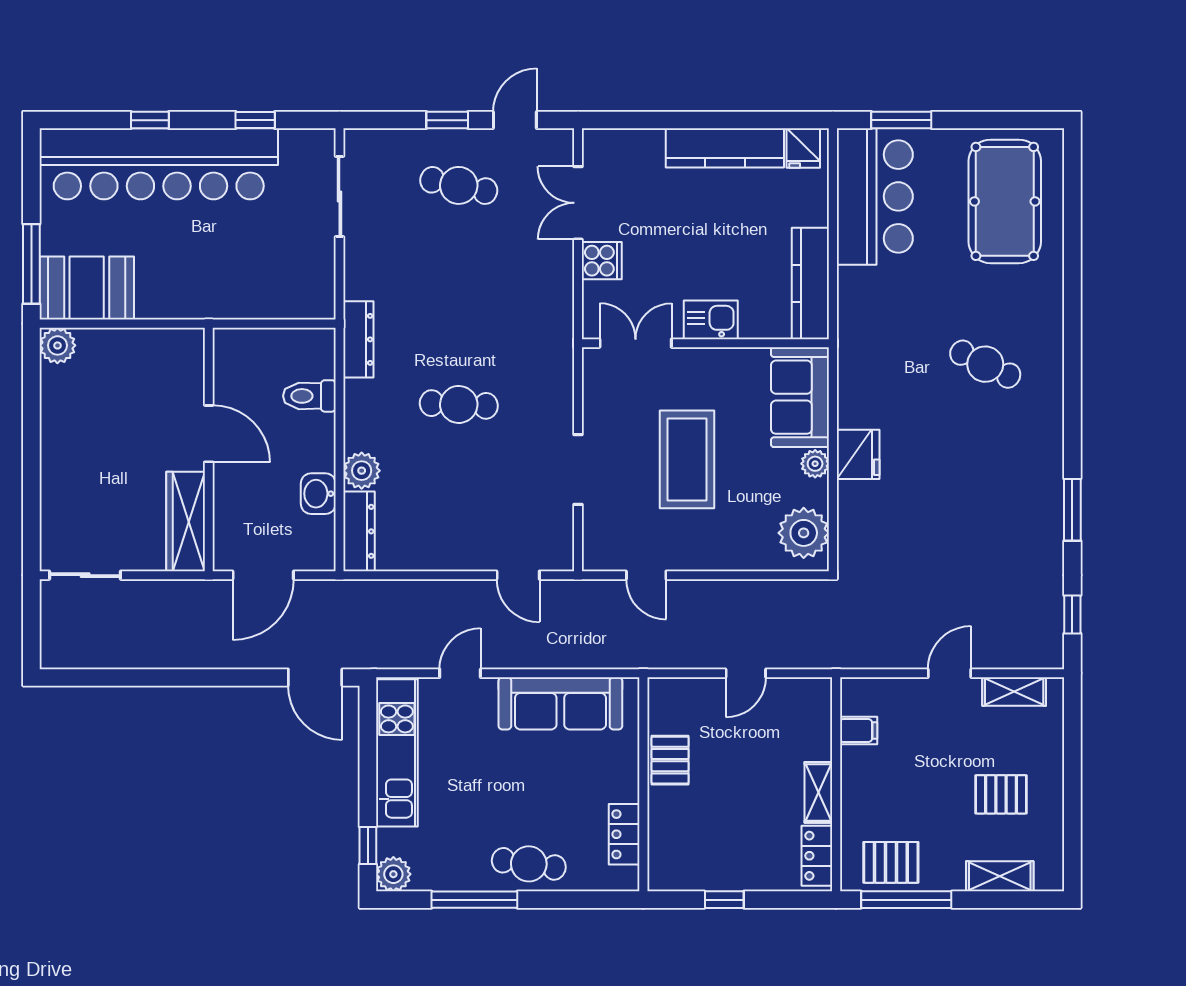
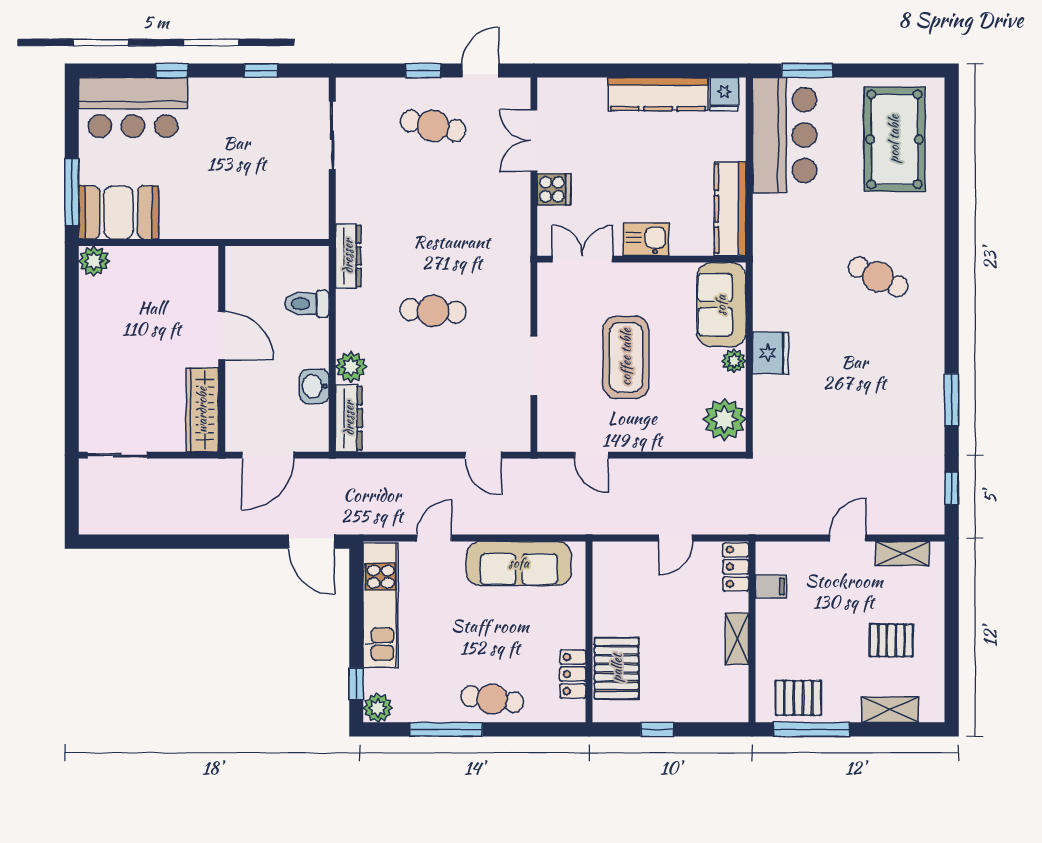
bar counter: (159, 164) -> (133, 107), width x0.54
pallet: (670, 760) -> (617, 668), moved, width x1.50, depth x1.42
locker: (817, 856) -> (736, 567), moved

